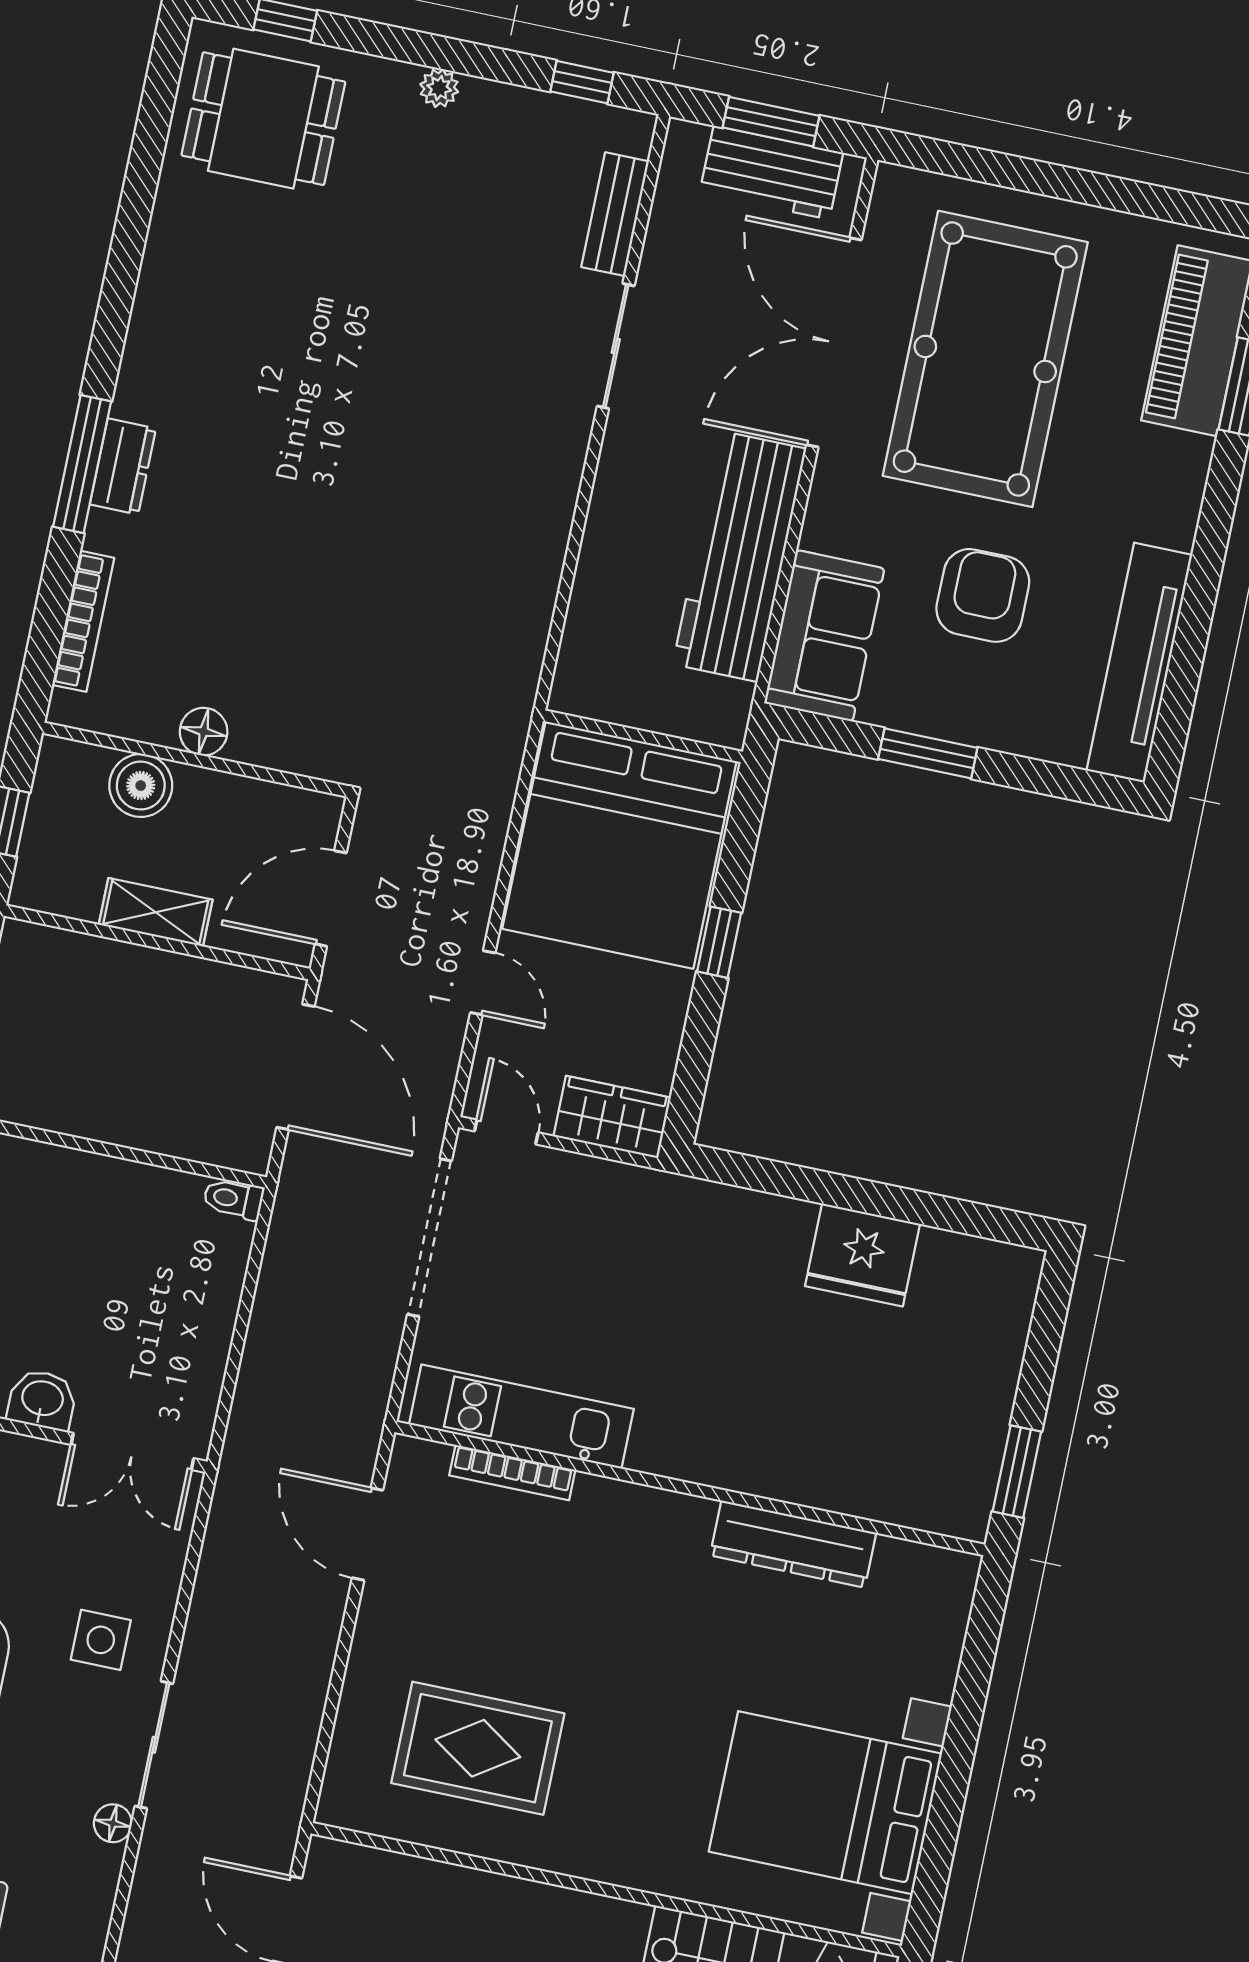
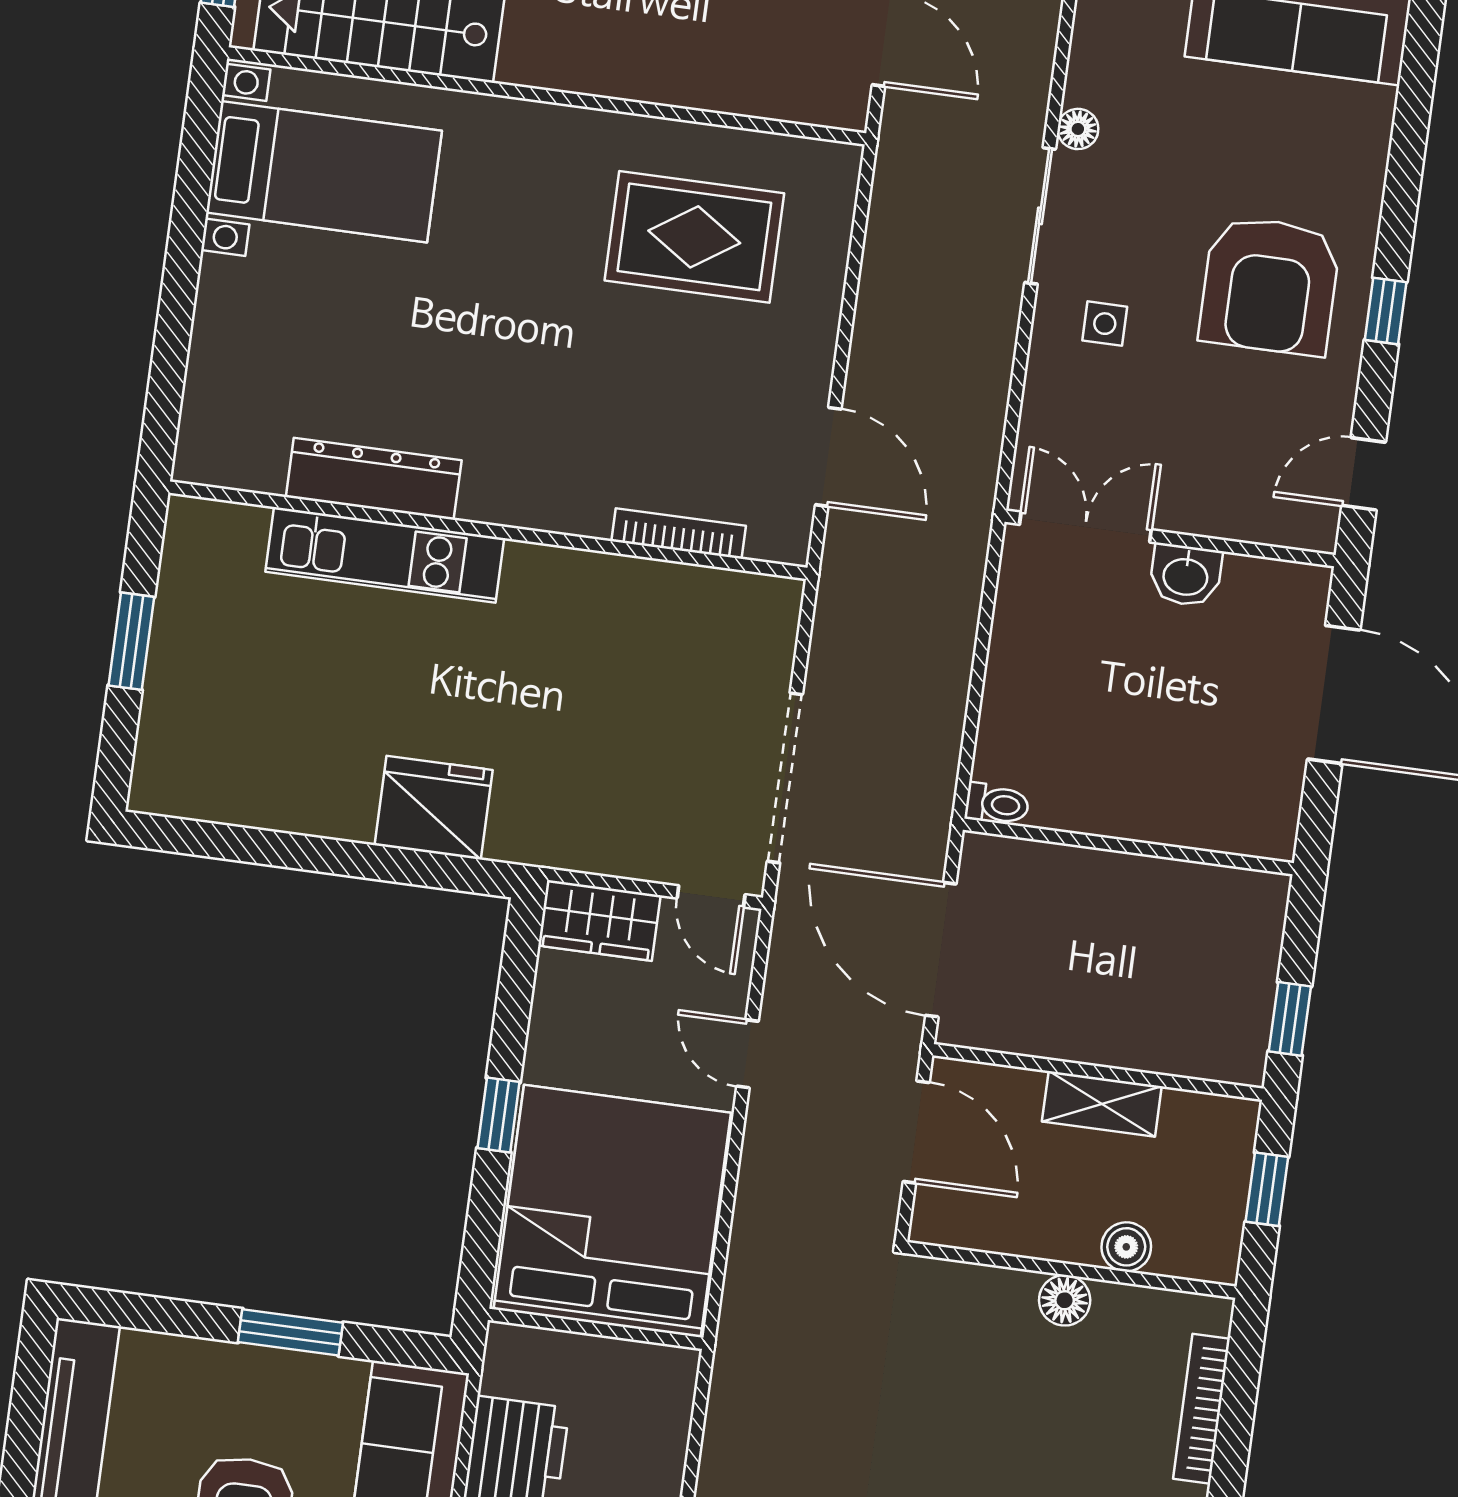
boiler: (141, 786) -> (1126, 1247), width x0.73, depth x0.73
door: (331, 898) -> (916, 1132), hinge flipped
fridge: (863, 1255) -> (434, 808), moved
kitchen unit: (521, 1417) -> (385, 555), moved
window: (1017, 1472) -> (131, 641), moved
side table: (101, 1640) -> (1105, 324), width x0.73, depth x0.73
bed with nightstands: (825, 1803) -> (324, 172), width x0.73

